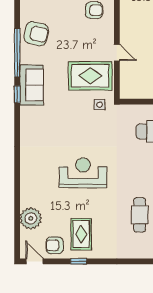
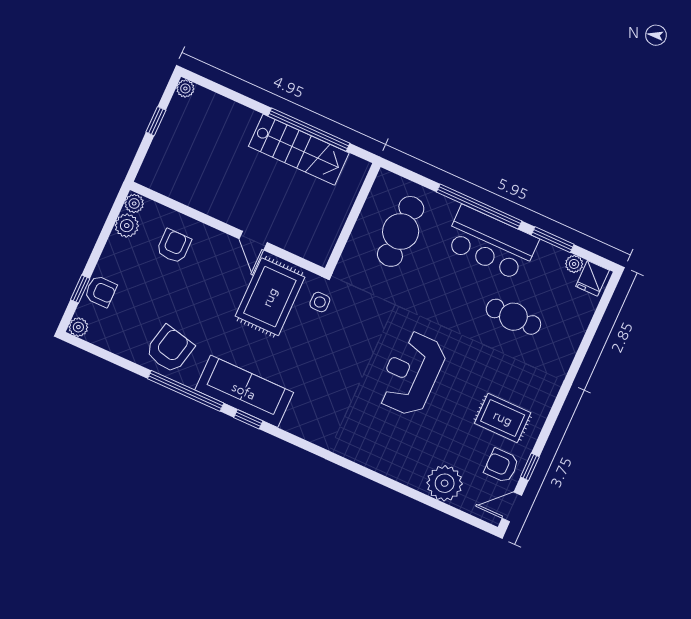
door: (117, 53) -> (253, 241), swing flipped
sofa: (32, 85) -> (244, 391), width x1.36
armchair: (55, 245) -> (502, 466), turned 90
window: (79, 261) -> (530, 467), moved

